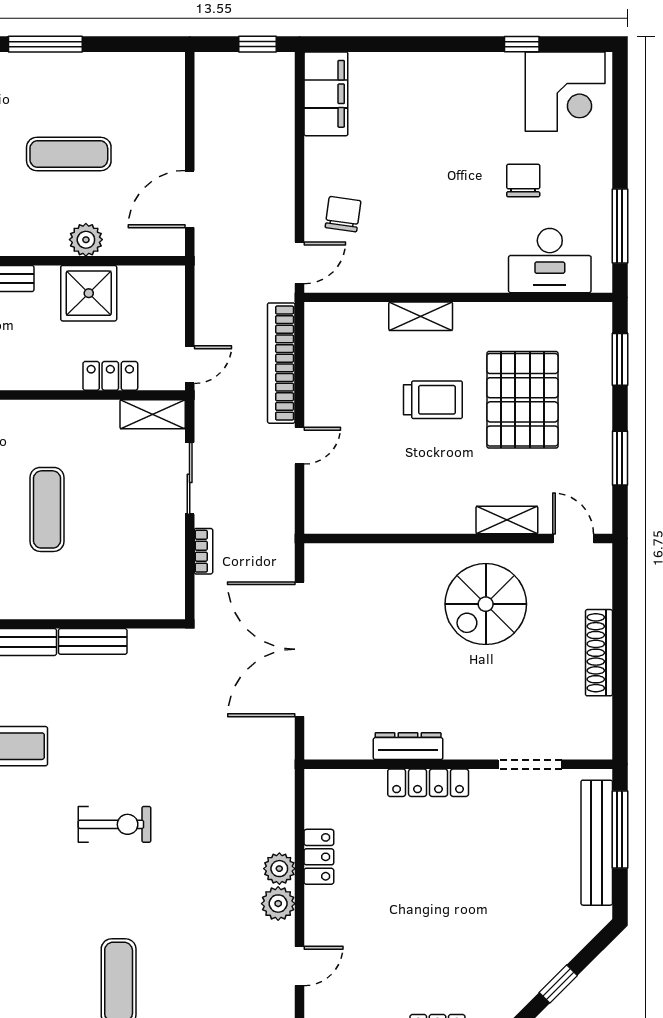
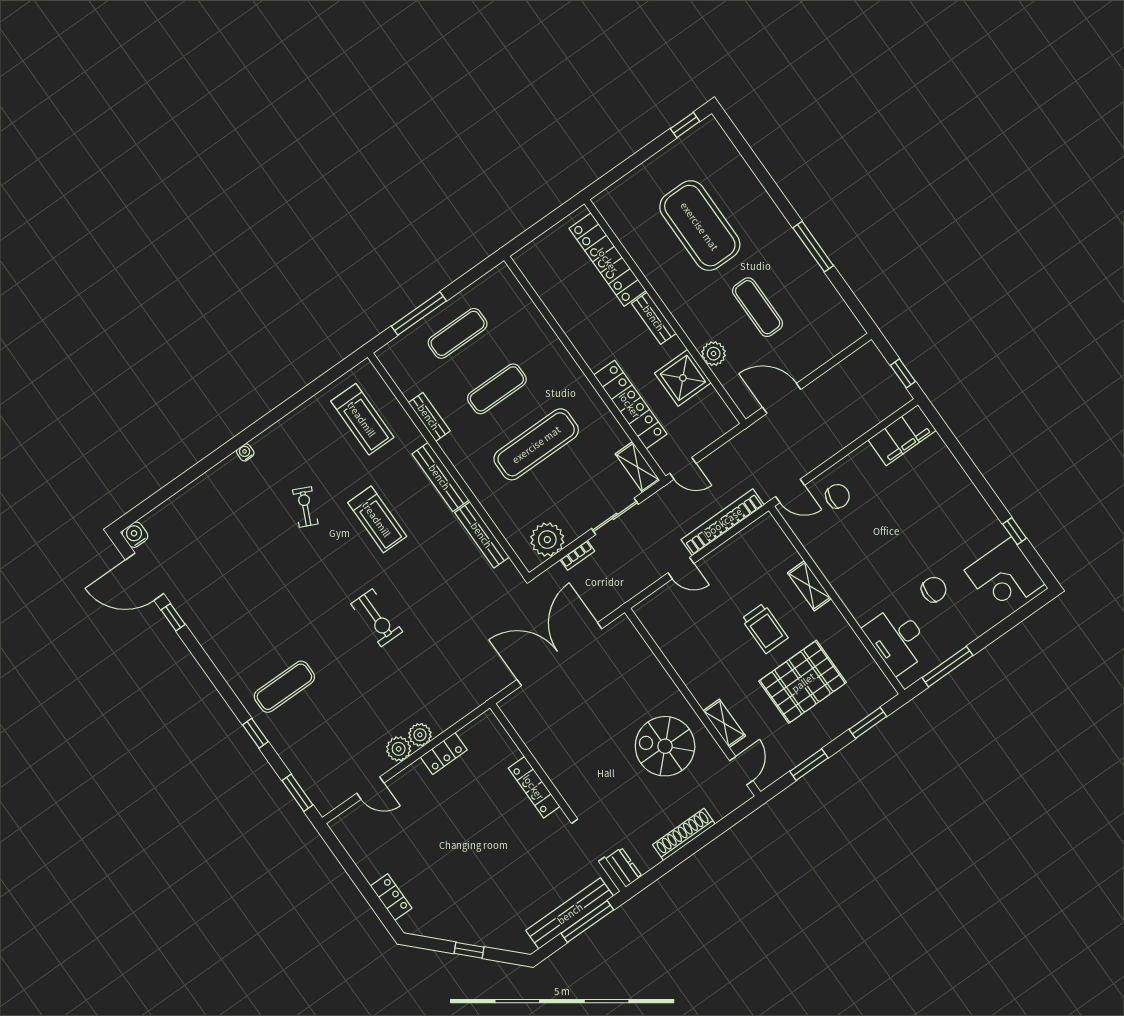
locker: (110, 376) -> (630, 405), width x2.16, depth x1.21
exercise mat: (47, 509) -> (536, 444), width x1.36, depth x1.45
plant: (162, 572) -> (547, 540), added
bench: (93, 641) -> (482, 535), width x1.36
dresser: (408, 746) -> (624, 867), moved, width x0.70

